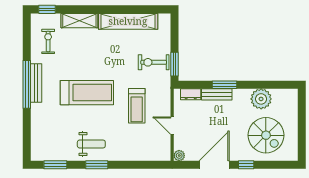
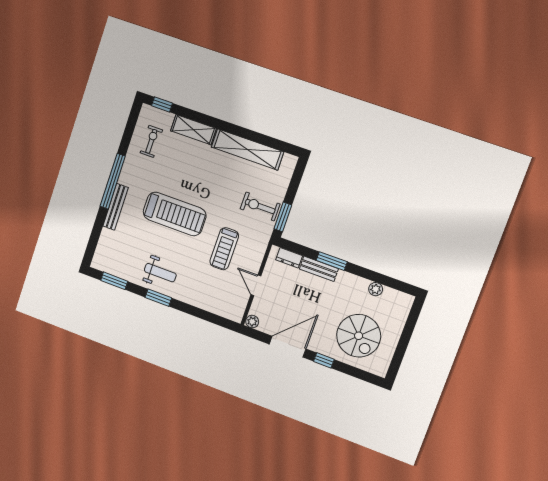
bench: (36, 83) -> (115, 207), moved
plant: (261, 99) -> (376, 289), width x0.53, depth x0.53

